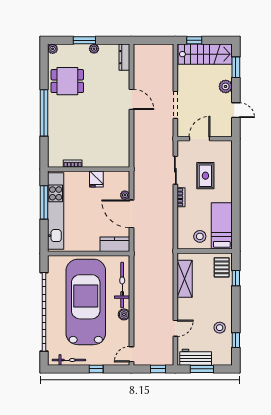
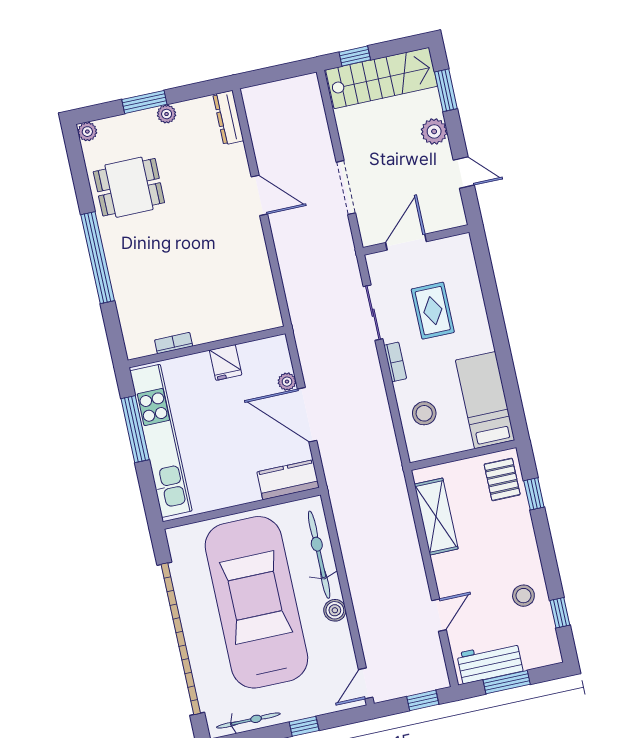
stool: (200, 236) -> (424, 413), moved

